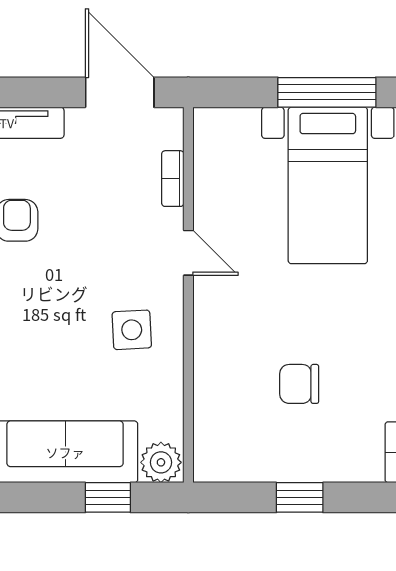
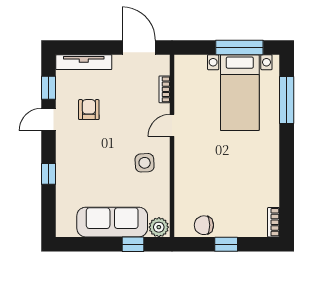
door: (188, 253) -> (172, 125), swing flipped
chair: (299, 384) -> (204, 225), moved

